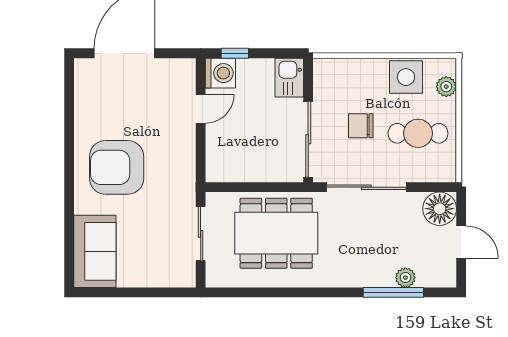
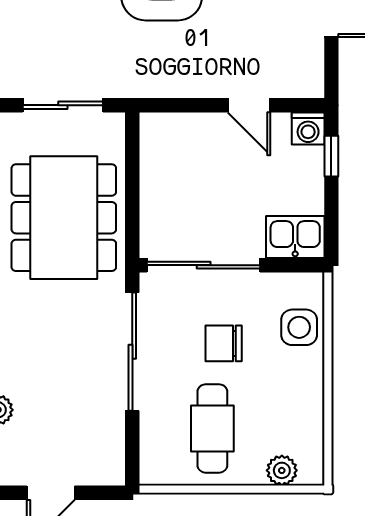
washing machine: (220, 73) -> (308, 129), width x0.73, depth x0.73
side table: (406, 77) -> (299, 327), moved, width x0.73, depth x0.73
chair: (361, 126) -> (224, 343), turned -90
floor lamp: (440, 209) -> (100, 461), removed

